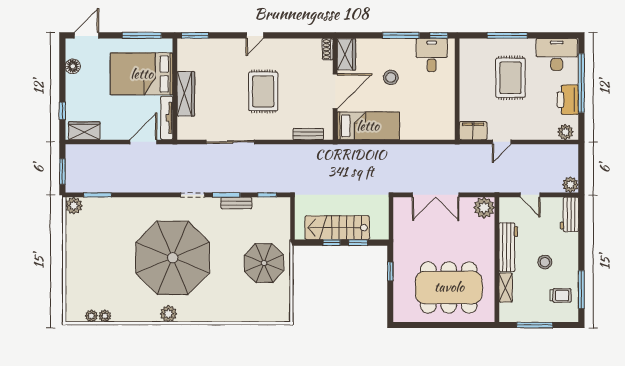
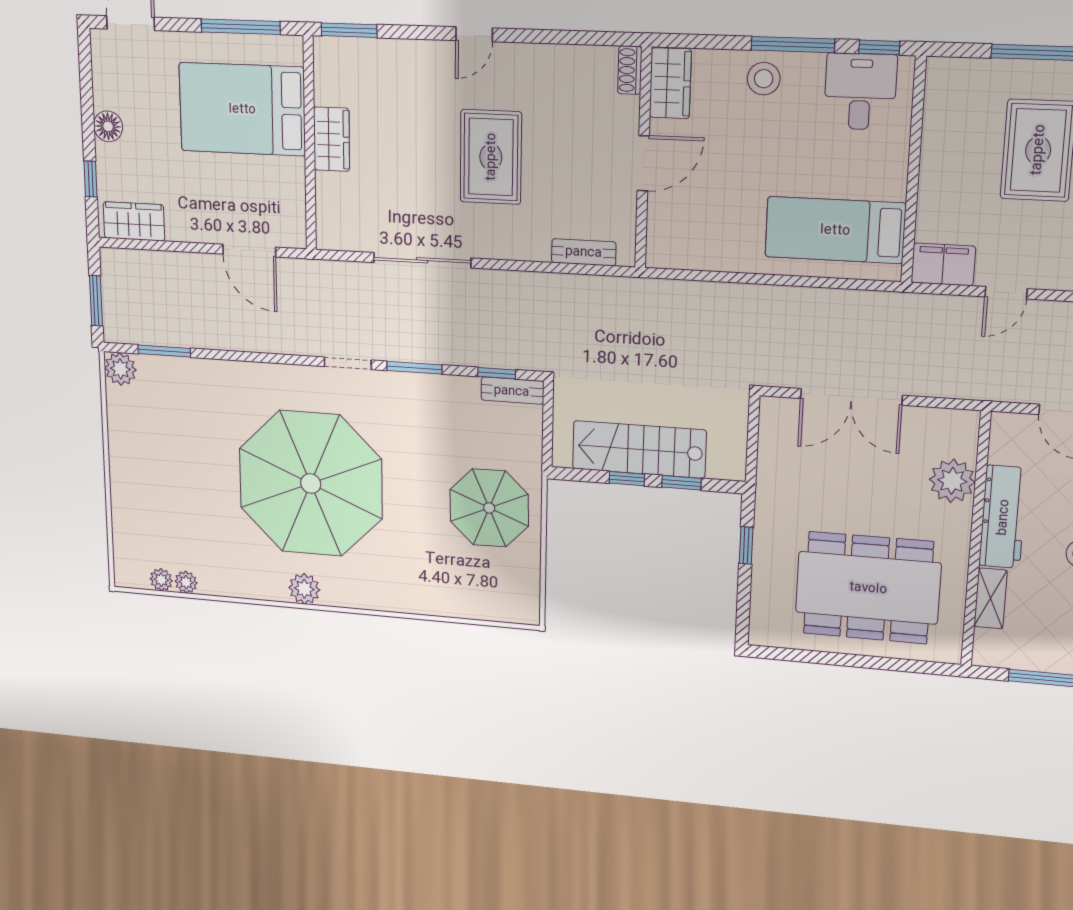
floor lamp: (73, 66) -> (108, 126), moved
stool: (391, 77) -> (764, 79), moved
door: (335, 91) -> (643, 163), width x0.73
wardrobe: (186, 94) -> (332, 139), width x0.67
tv unit: (167, 118) -> (294, 204), removed
bed: (368, 126) -> (835, 230), moved, turned 180
door: (143, 142) -> (249, 251), swing flipped
bench: (236, 203) -> (512, 391), moved
plant: (484, 208) -> (952, 481), moved

